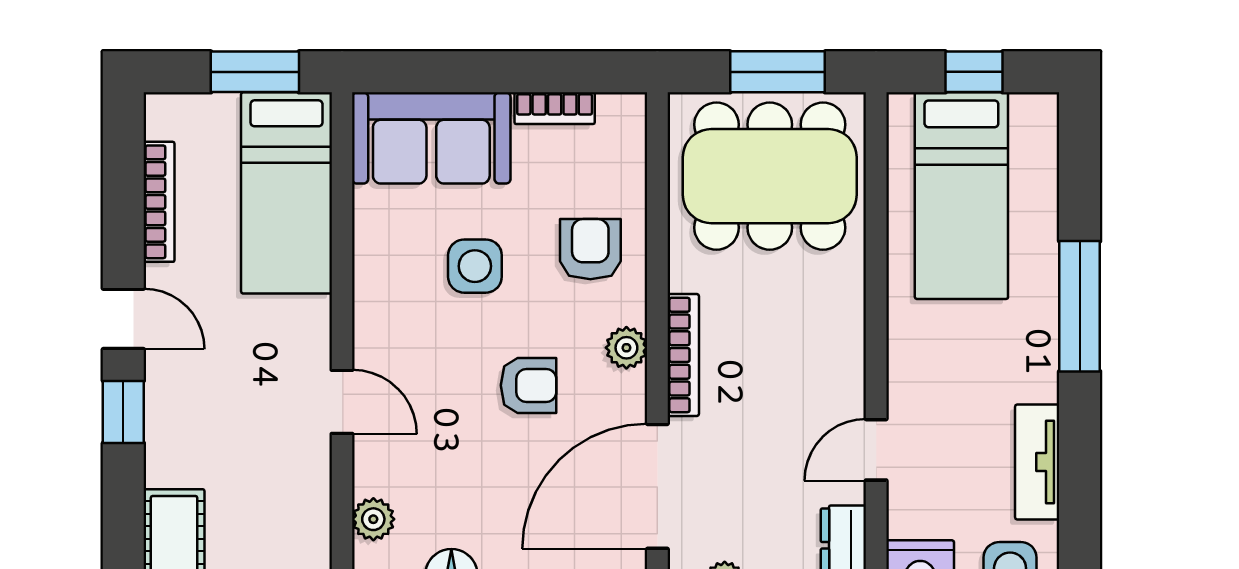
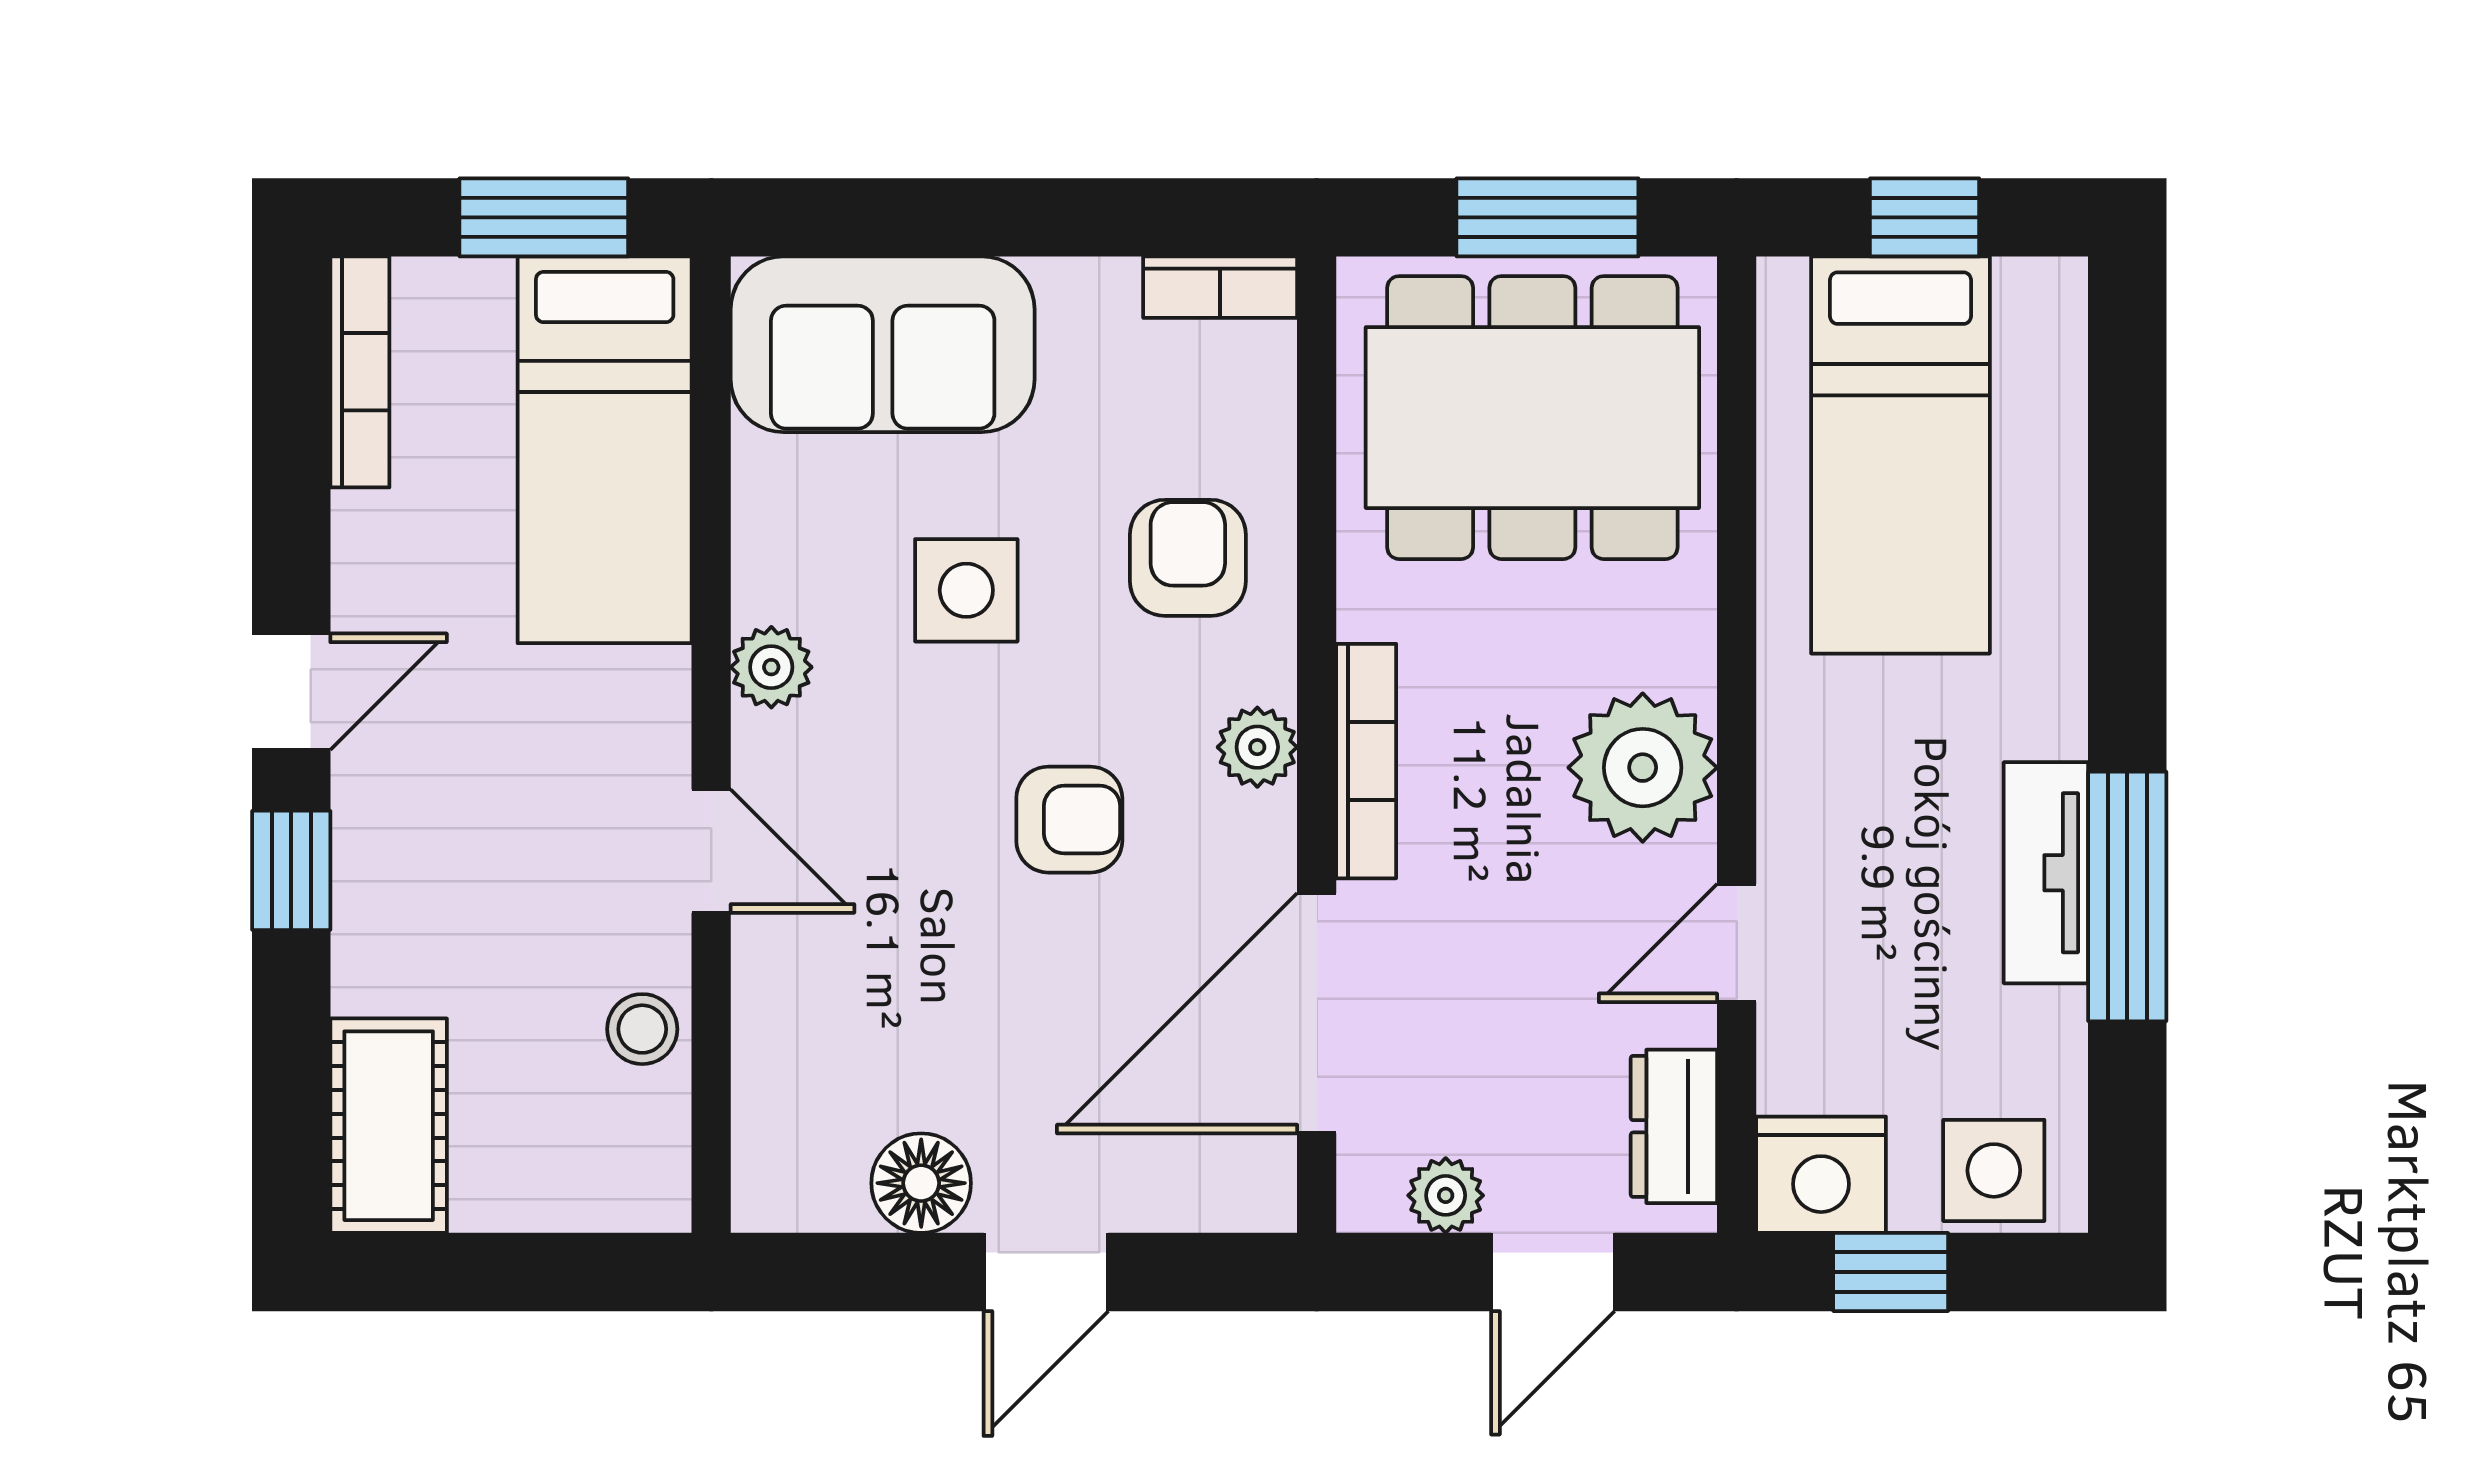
bookcase: (555, 108) -> (1220, 287), moved
bookcase: (159, 202) -> (360, 372), moved
window: (1080, 306) -> (2127, 896), moved
door: (123, 319) -> (291, 692), hinge flipped
plant: (827, 358) -> (1643, 768), added
tv unit: (1037, 462) -> (2046, 873), moved
stool: (306, 495) -> (642, 1029), added
plant: (373, 519) -> (771, 667), moved

